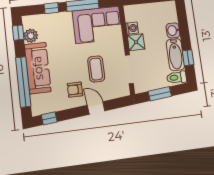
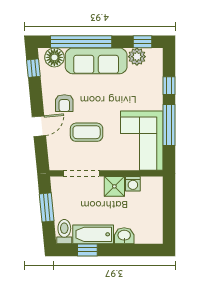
armchair: (75, 90) -> (64, 103), turned 180
floor lamp: (38, 102) -> (54, 57), added

